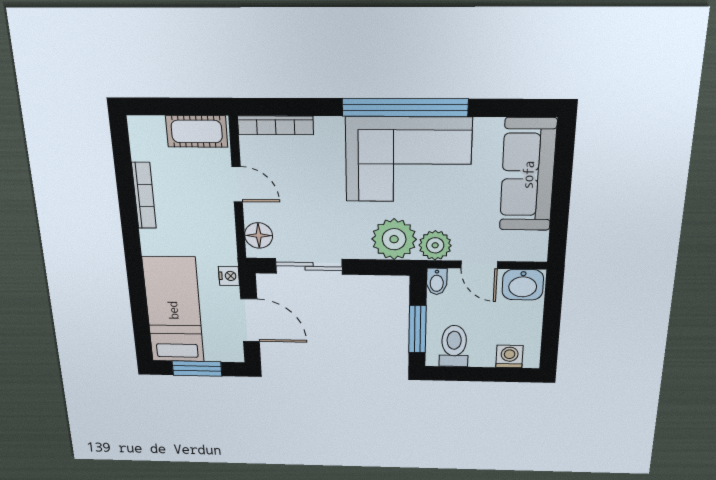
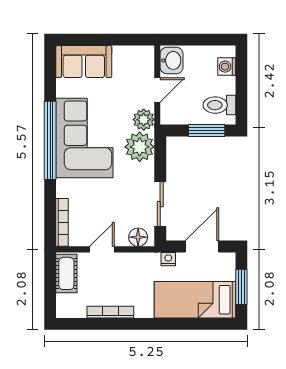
sofa: (528, 175) -> (84, 62), width x0.73
bidet: (437, 281) -> (170, 118), removed

